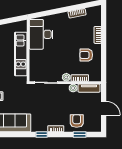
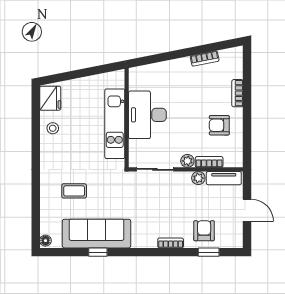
desk: (41, 34) -> (147, 115), moved
window: (42, 134) -> (98, 252), moved

